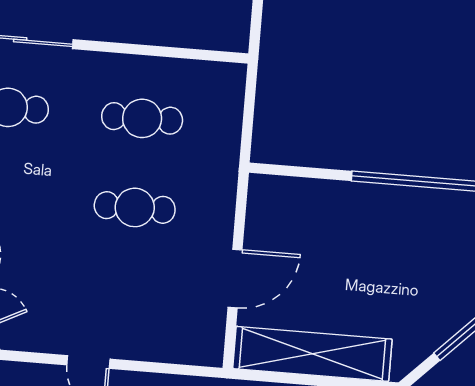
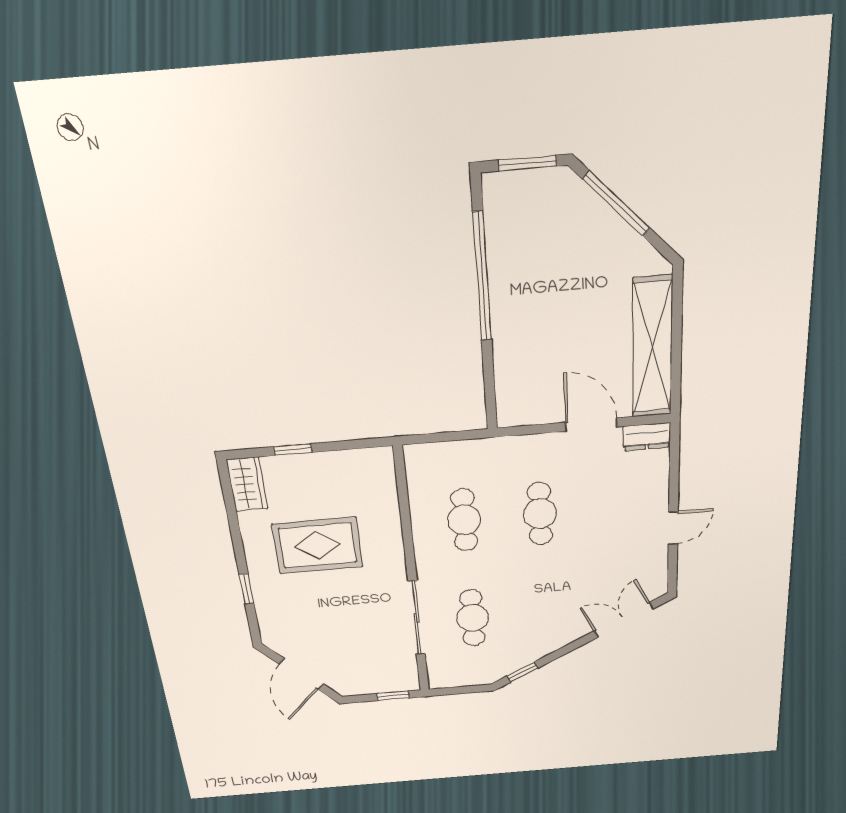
dresser: (210, 340) -> (647, 437), added

